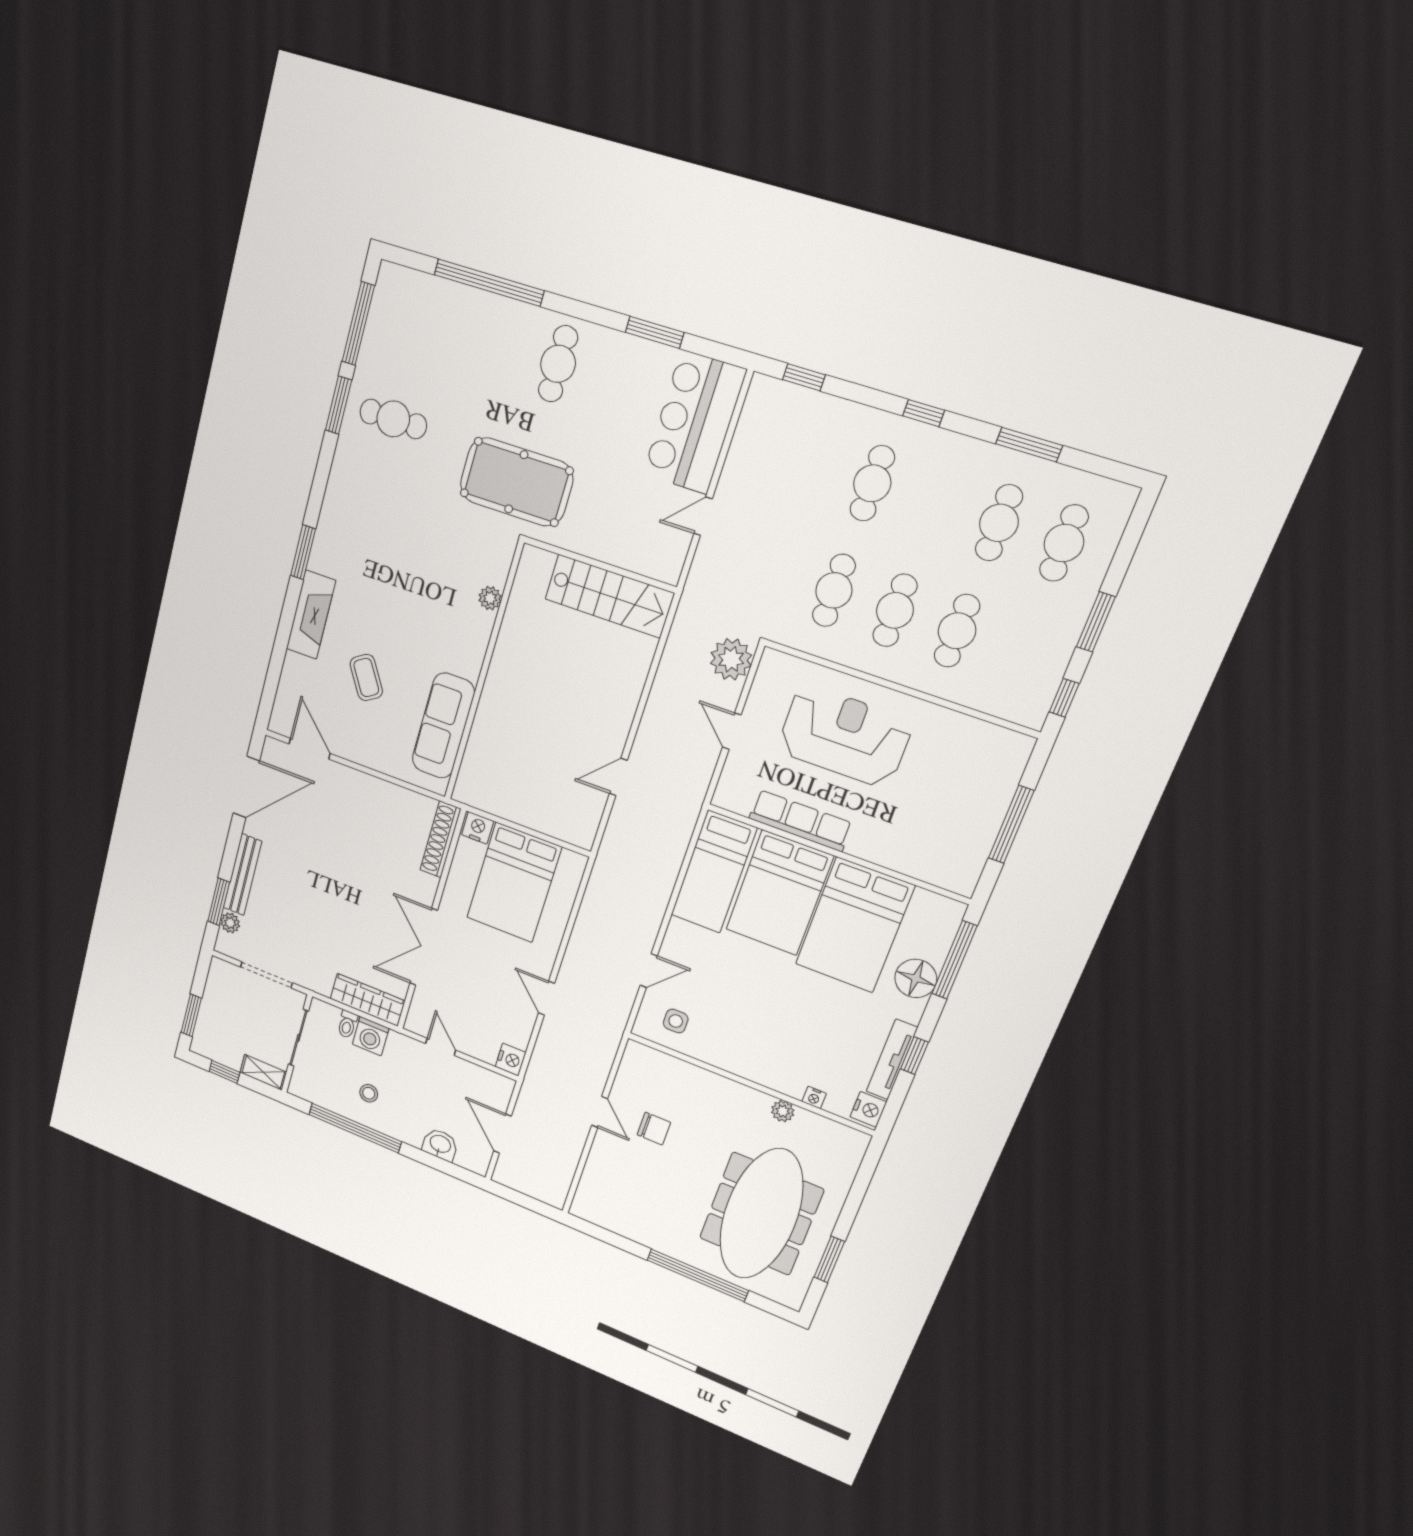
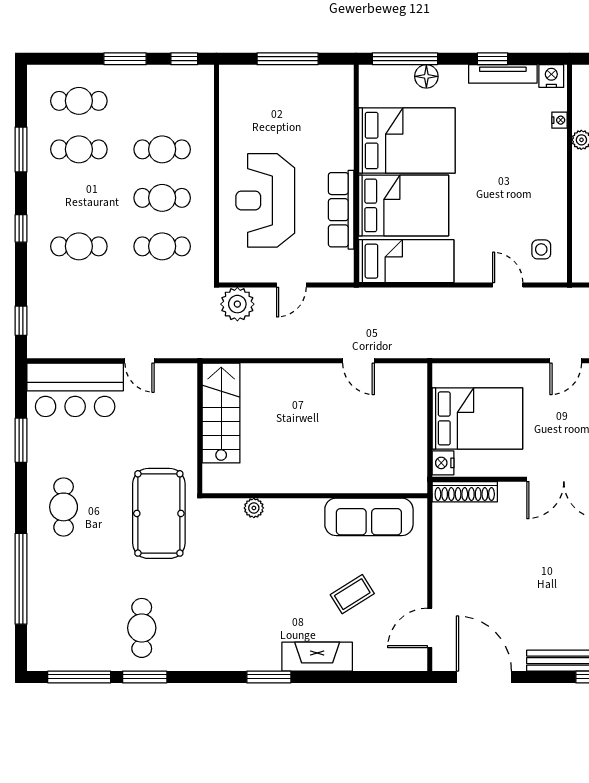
cafe table: (558, 364) -> (64, 507), turned 90
floor lamp: (916, 978) -> (426, 76), width x0.73, depth x0.73

